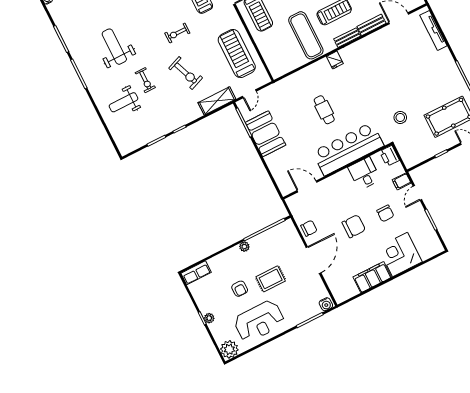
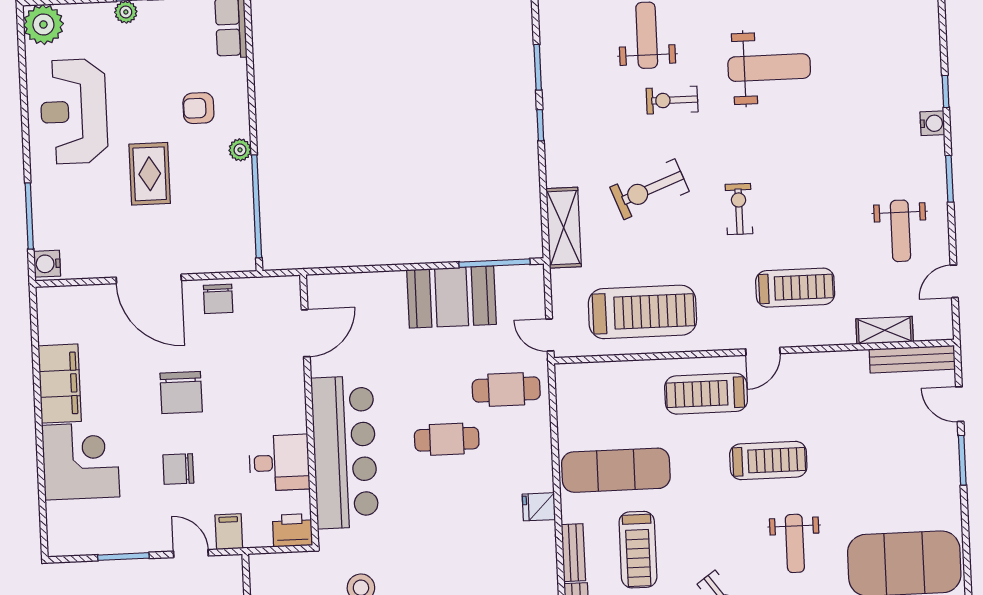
door: (249, 94) -> (550, 335), moved
cafe table: (293, 95) -> (506, 389), added
armchair: (240, 289) -> (198, 108), moved

